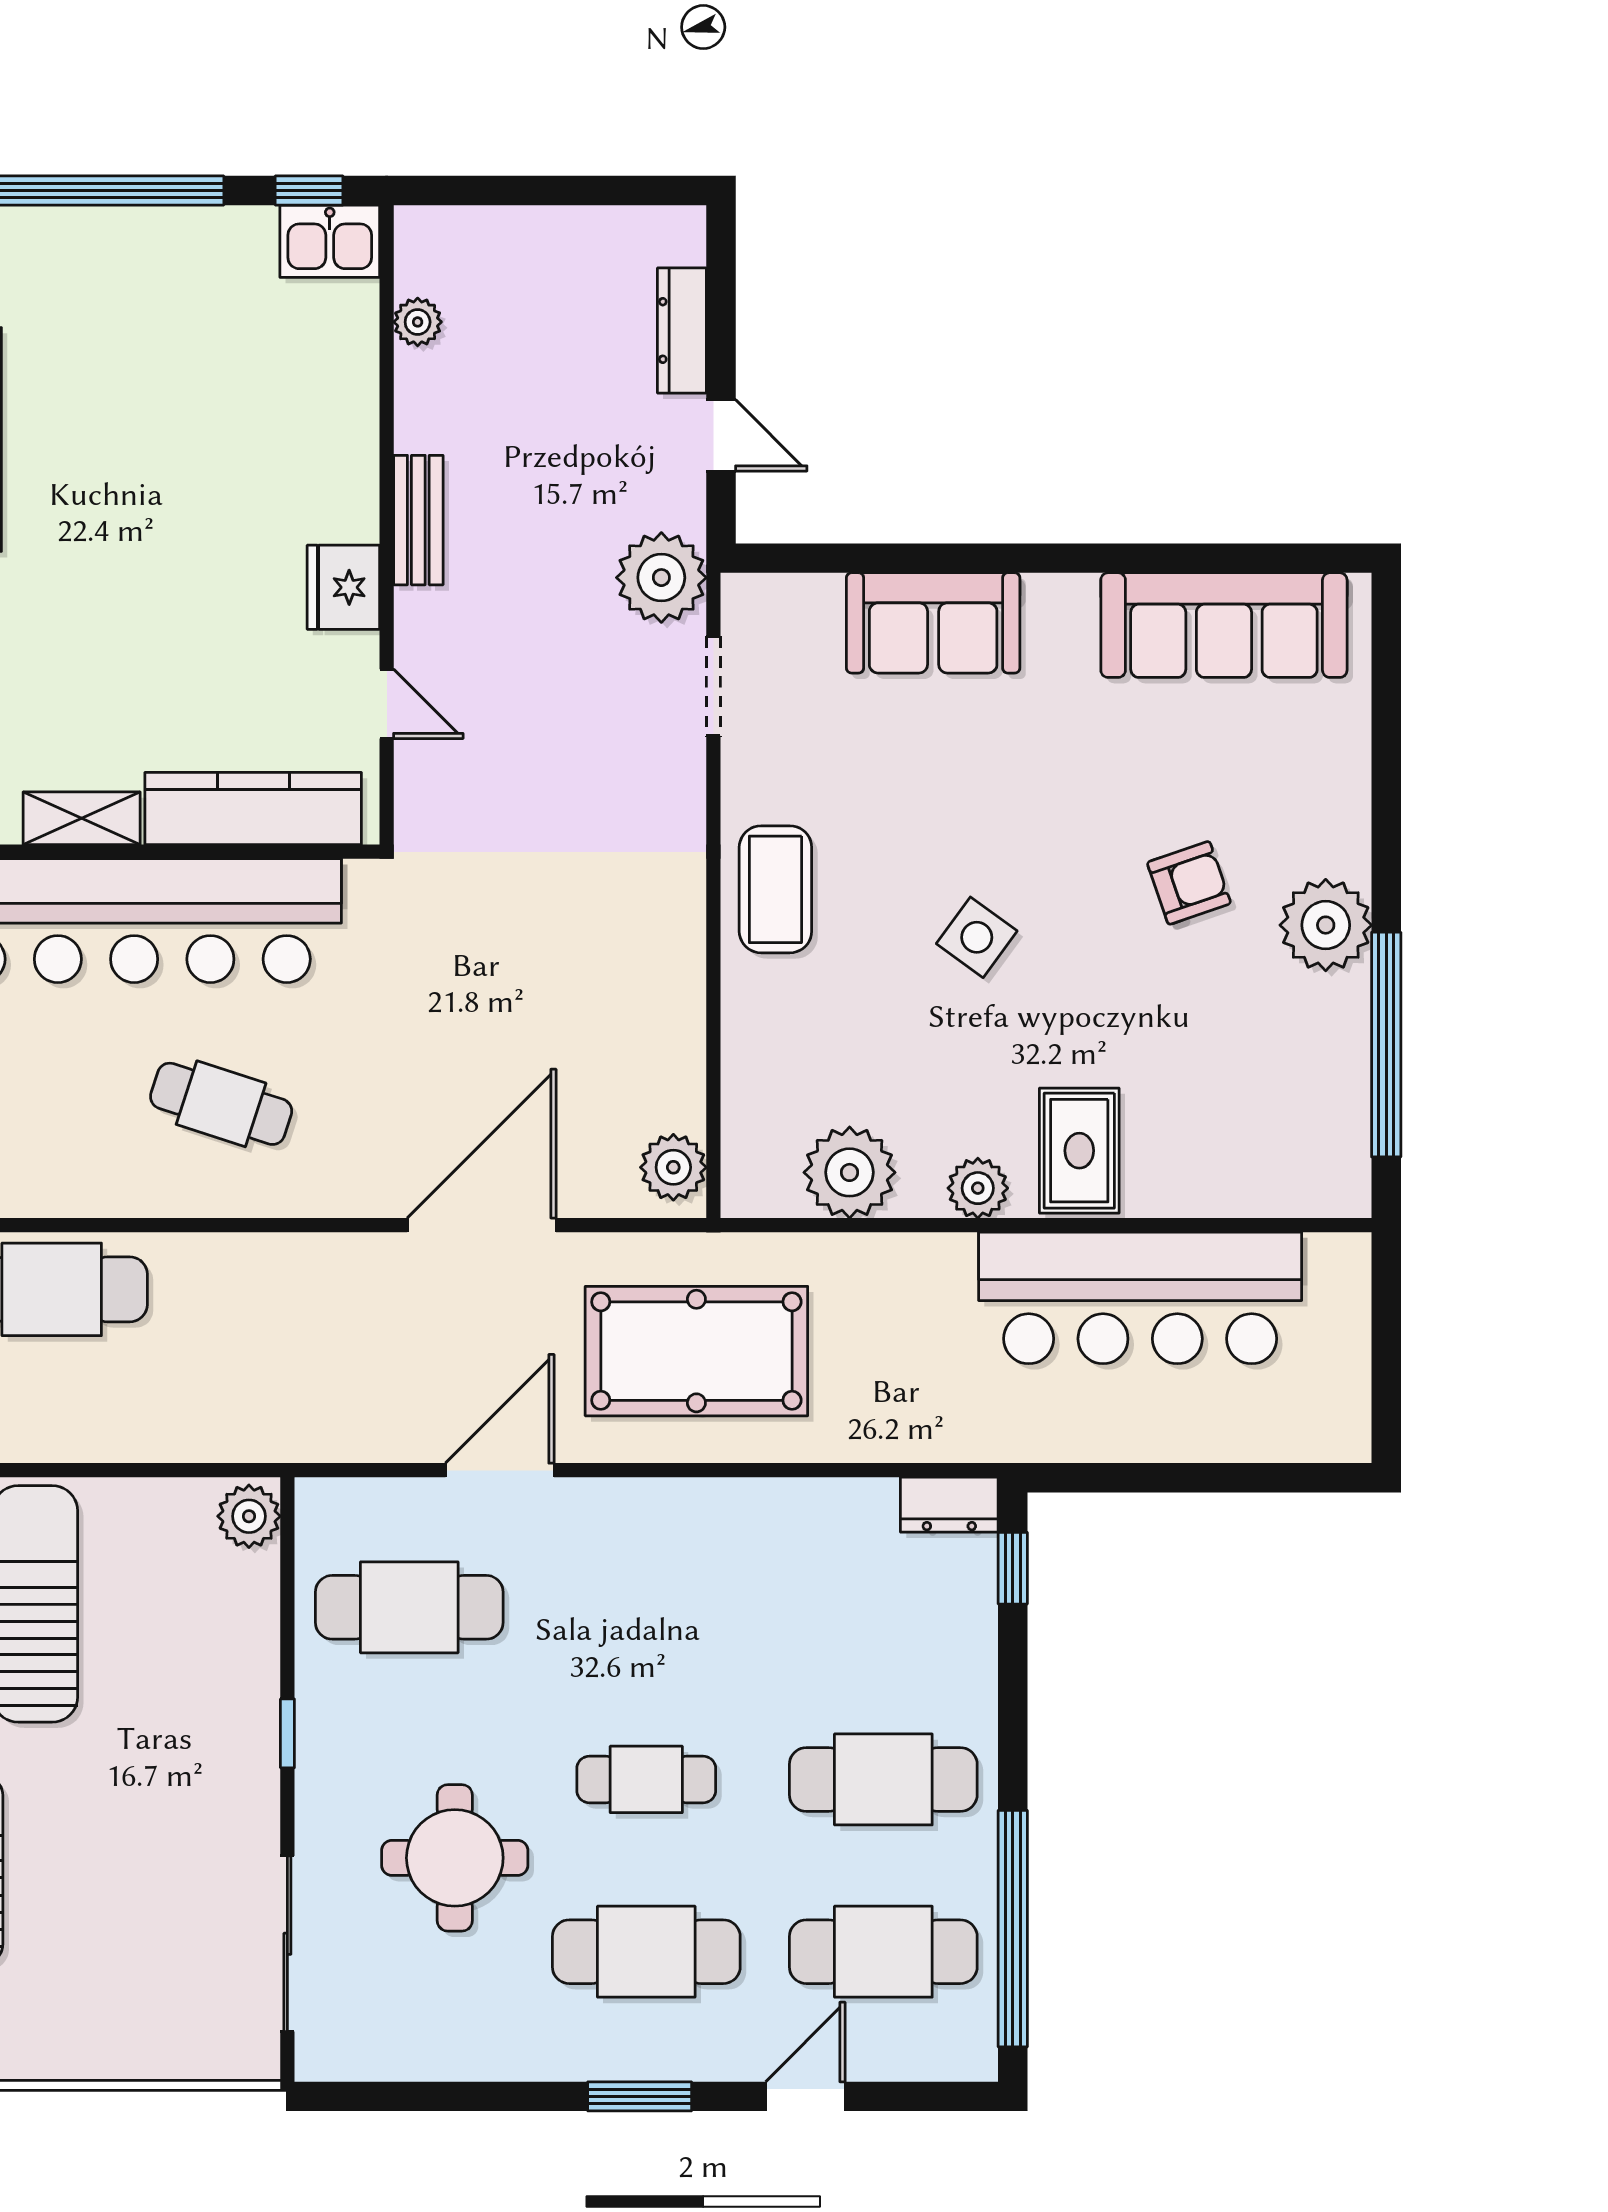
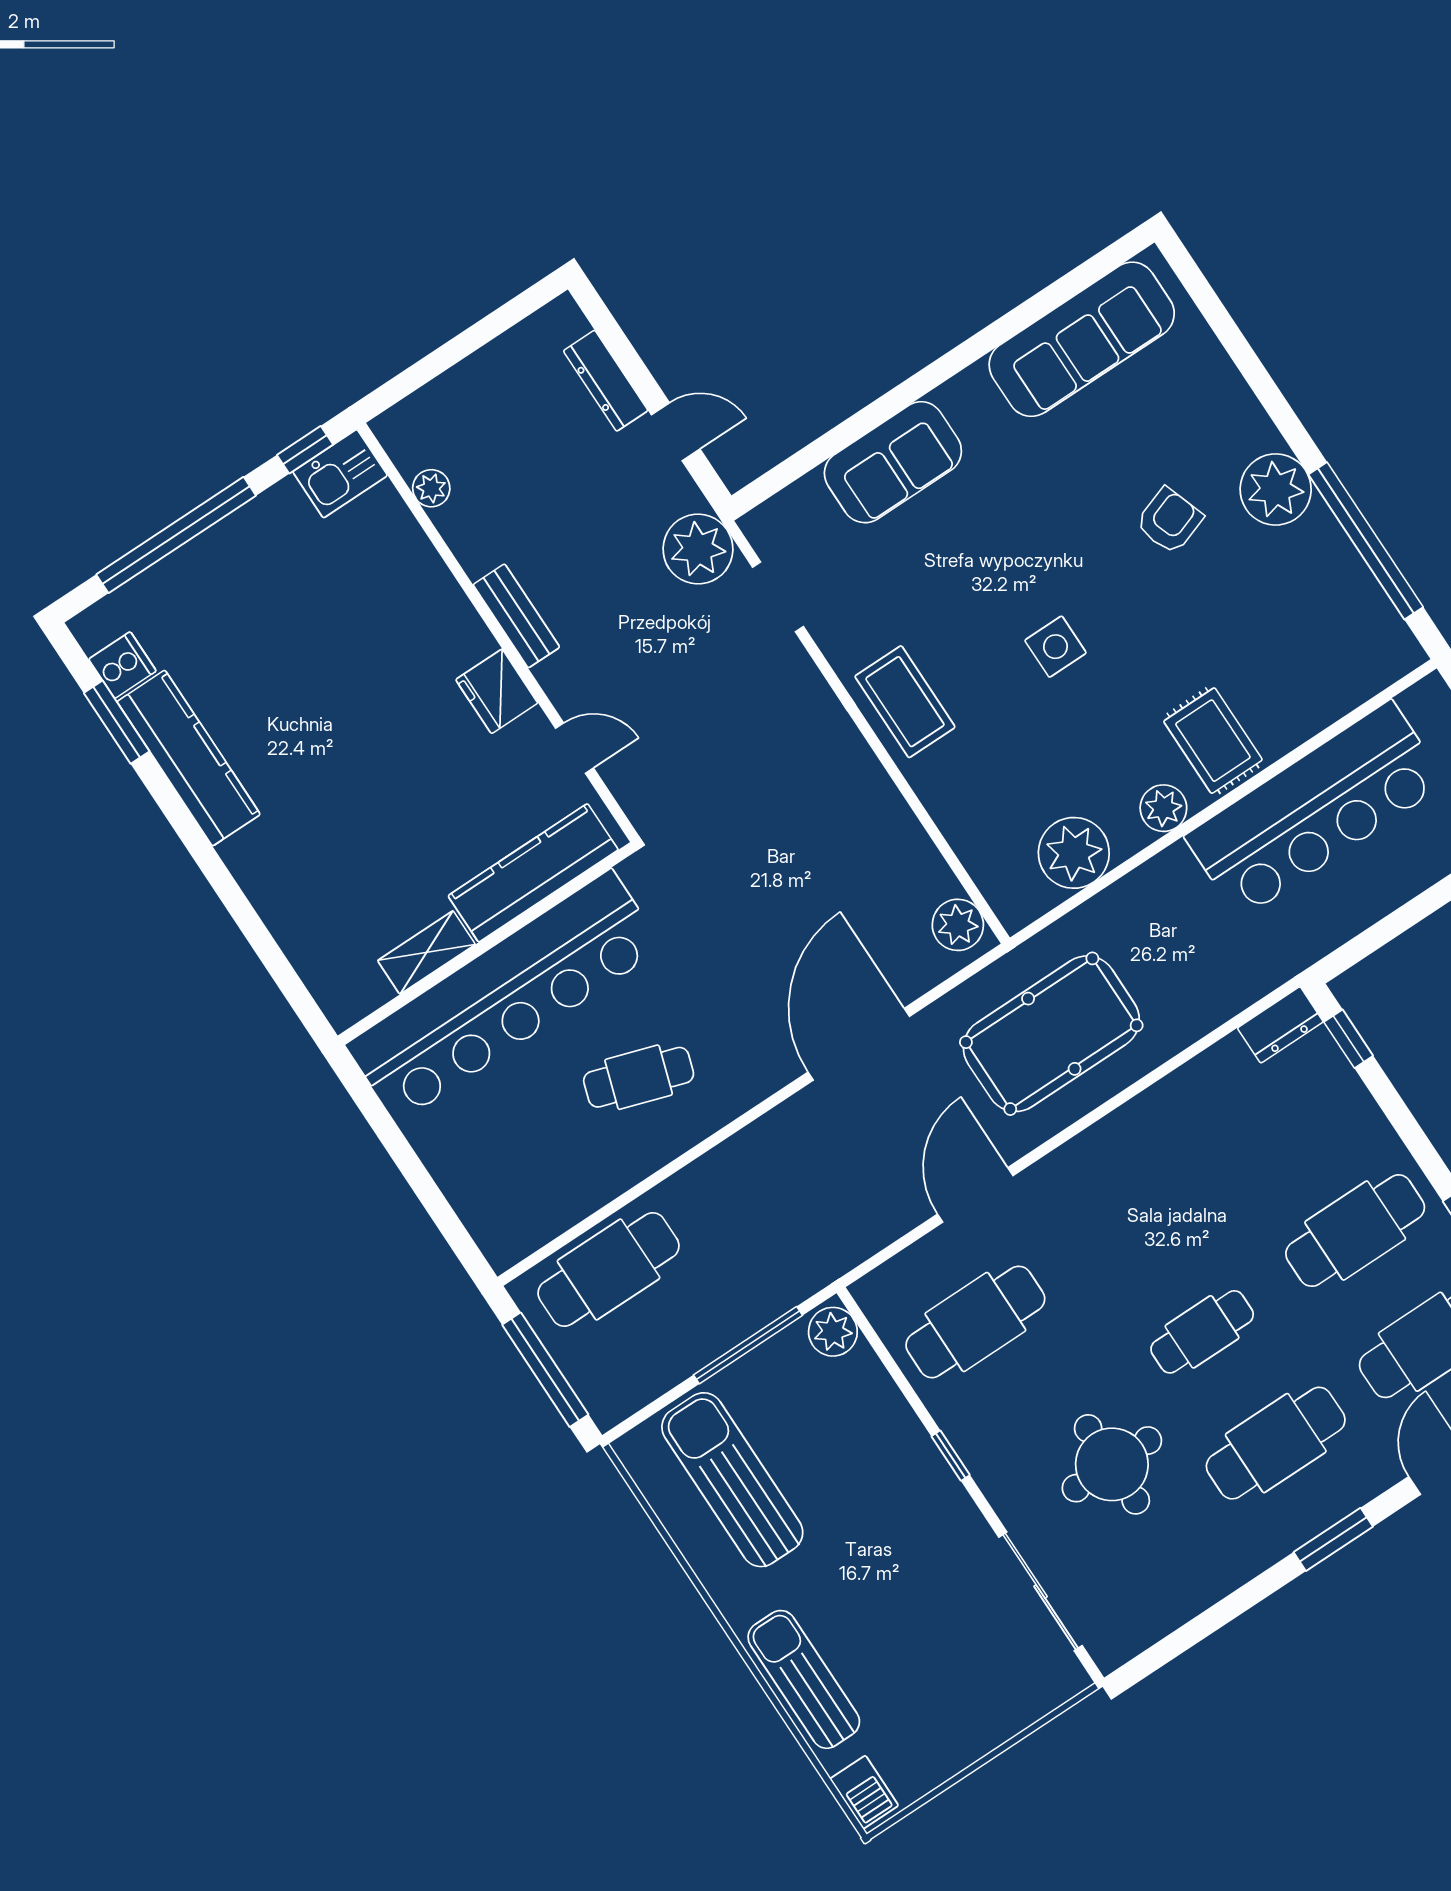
side table: (977, 937) -> (1055, 647), turned -36
window: (148, 1470) -> (748, 1345), added

